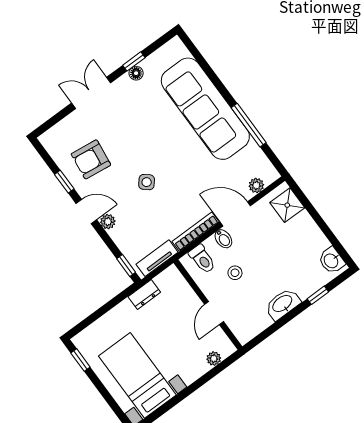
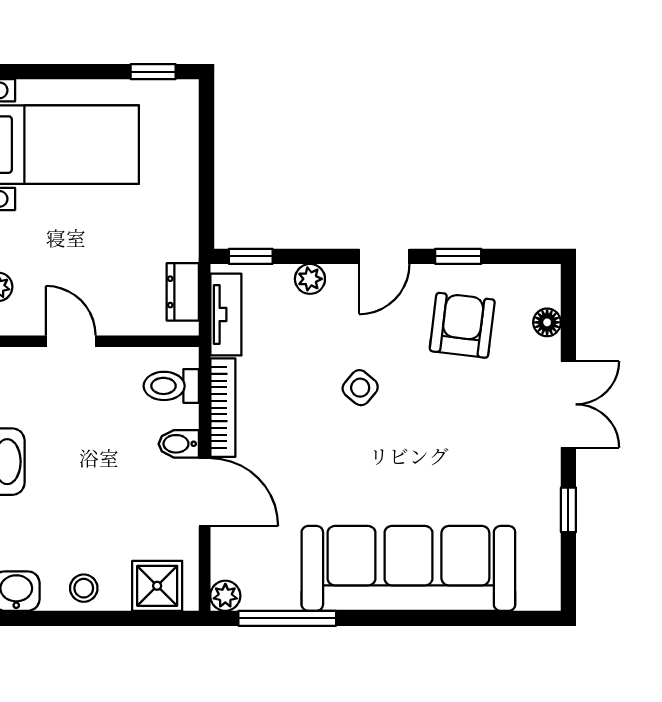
floor lamp: (136, 73) -> (547, 322), moved
window: (249, 125) -> (287, 618), moved
plant: (256, 185) -> (225, 596), moved
door: (235, 214) -> (205, 492), hinge flipped
plant: (108, 222) -> (310, 279), moved
stool: (235, 273) -> (84, 588), moved
dresser: (144, 294) -> (183, 292), moved

